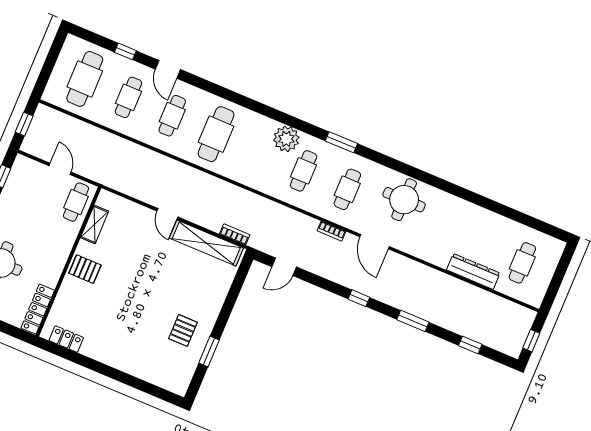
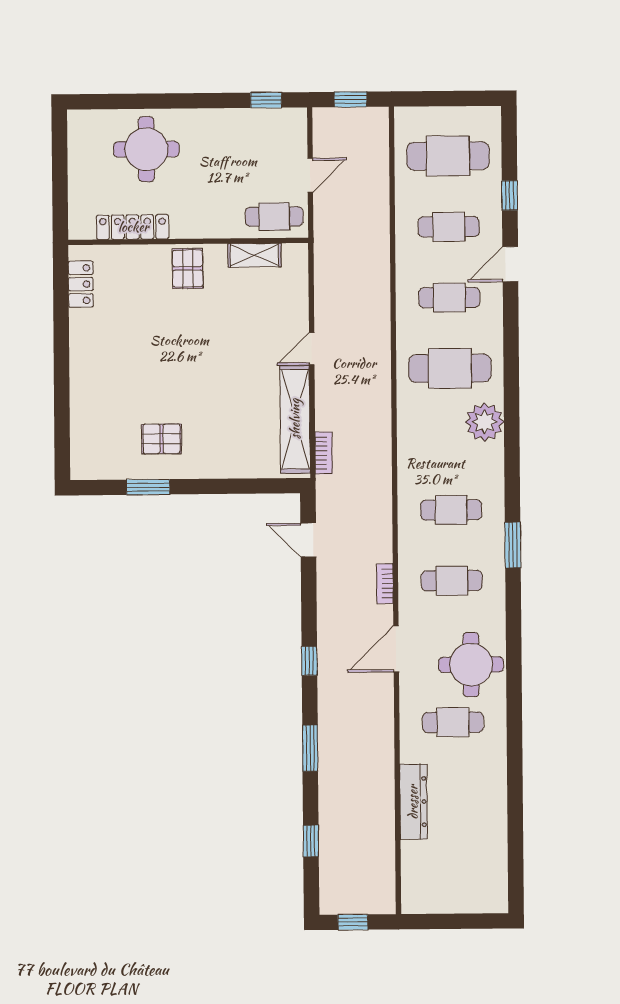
plant: (286, 139) -> (485, 422), moved
cafe table: (522, 263) -> (453, 722), moved
locker: (38, 309) -> (133, 227), moved

